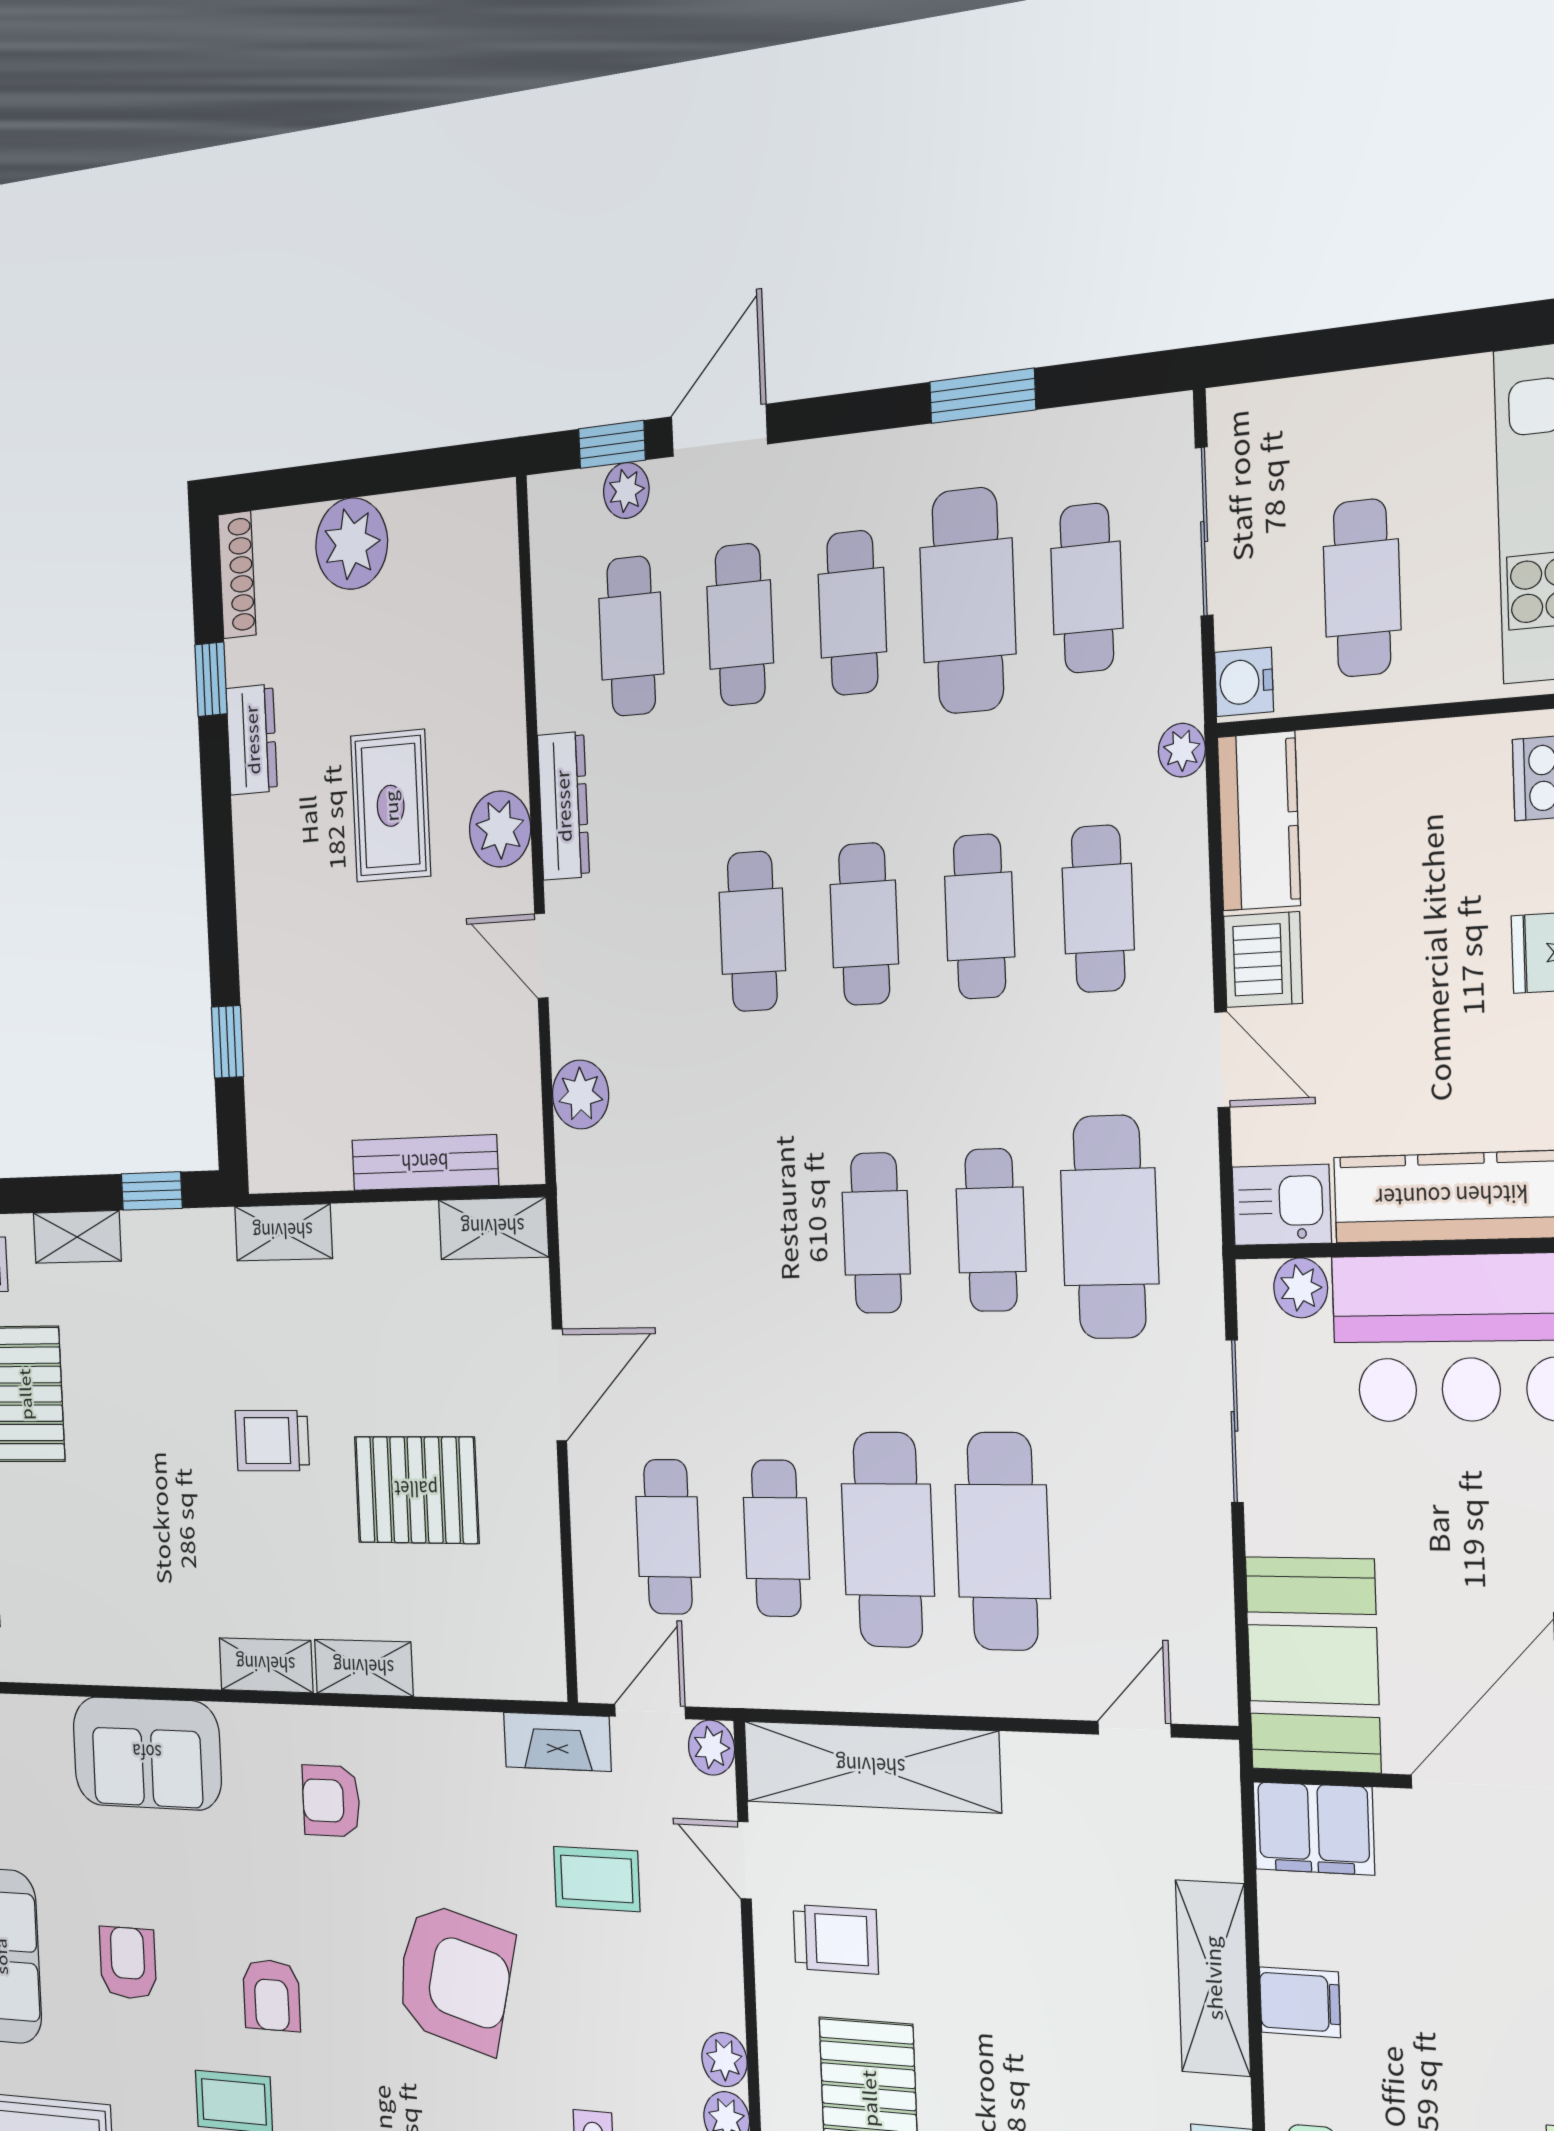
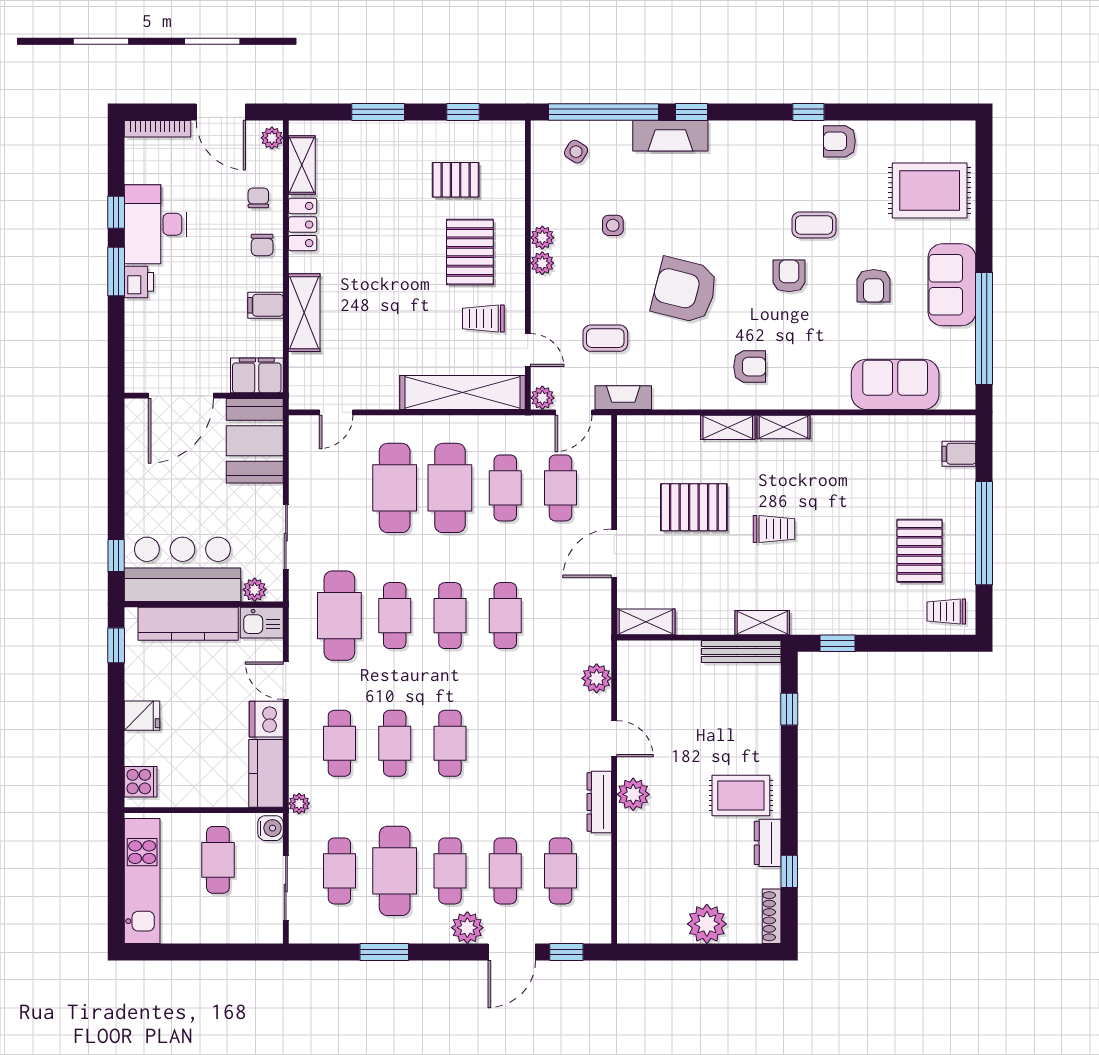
plant: (626, 490) -> (467, 928), moved, width x1.38, depth x1.38
rug: (391, 806) -> (741, 796), moved, turned 90
cafe table: (752, 931) -> (505, 616), moved
bench: (425, 1163) -> (741, 652), moved
shelving: (77, 1237) -> (883, 623), removed
sofa: (147, 1753) -> (895, 384), moved

